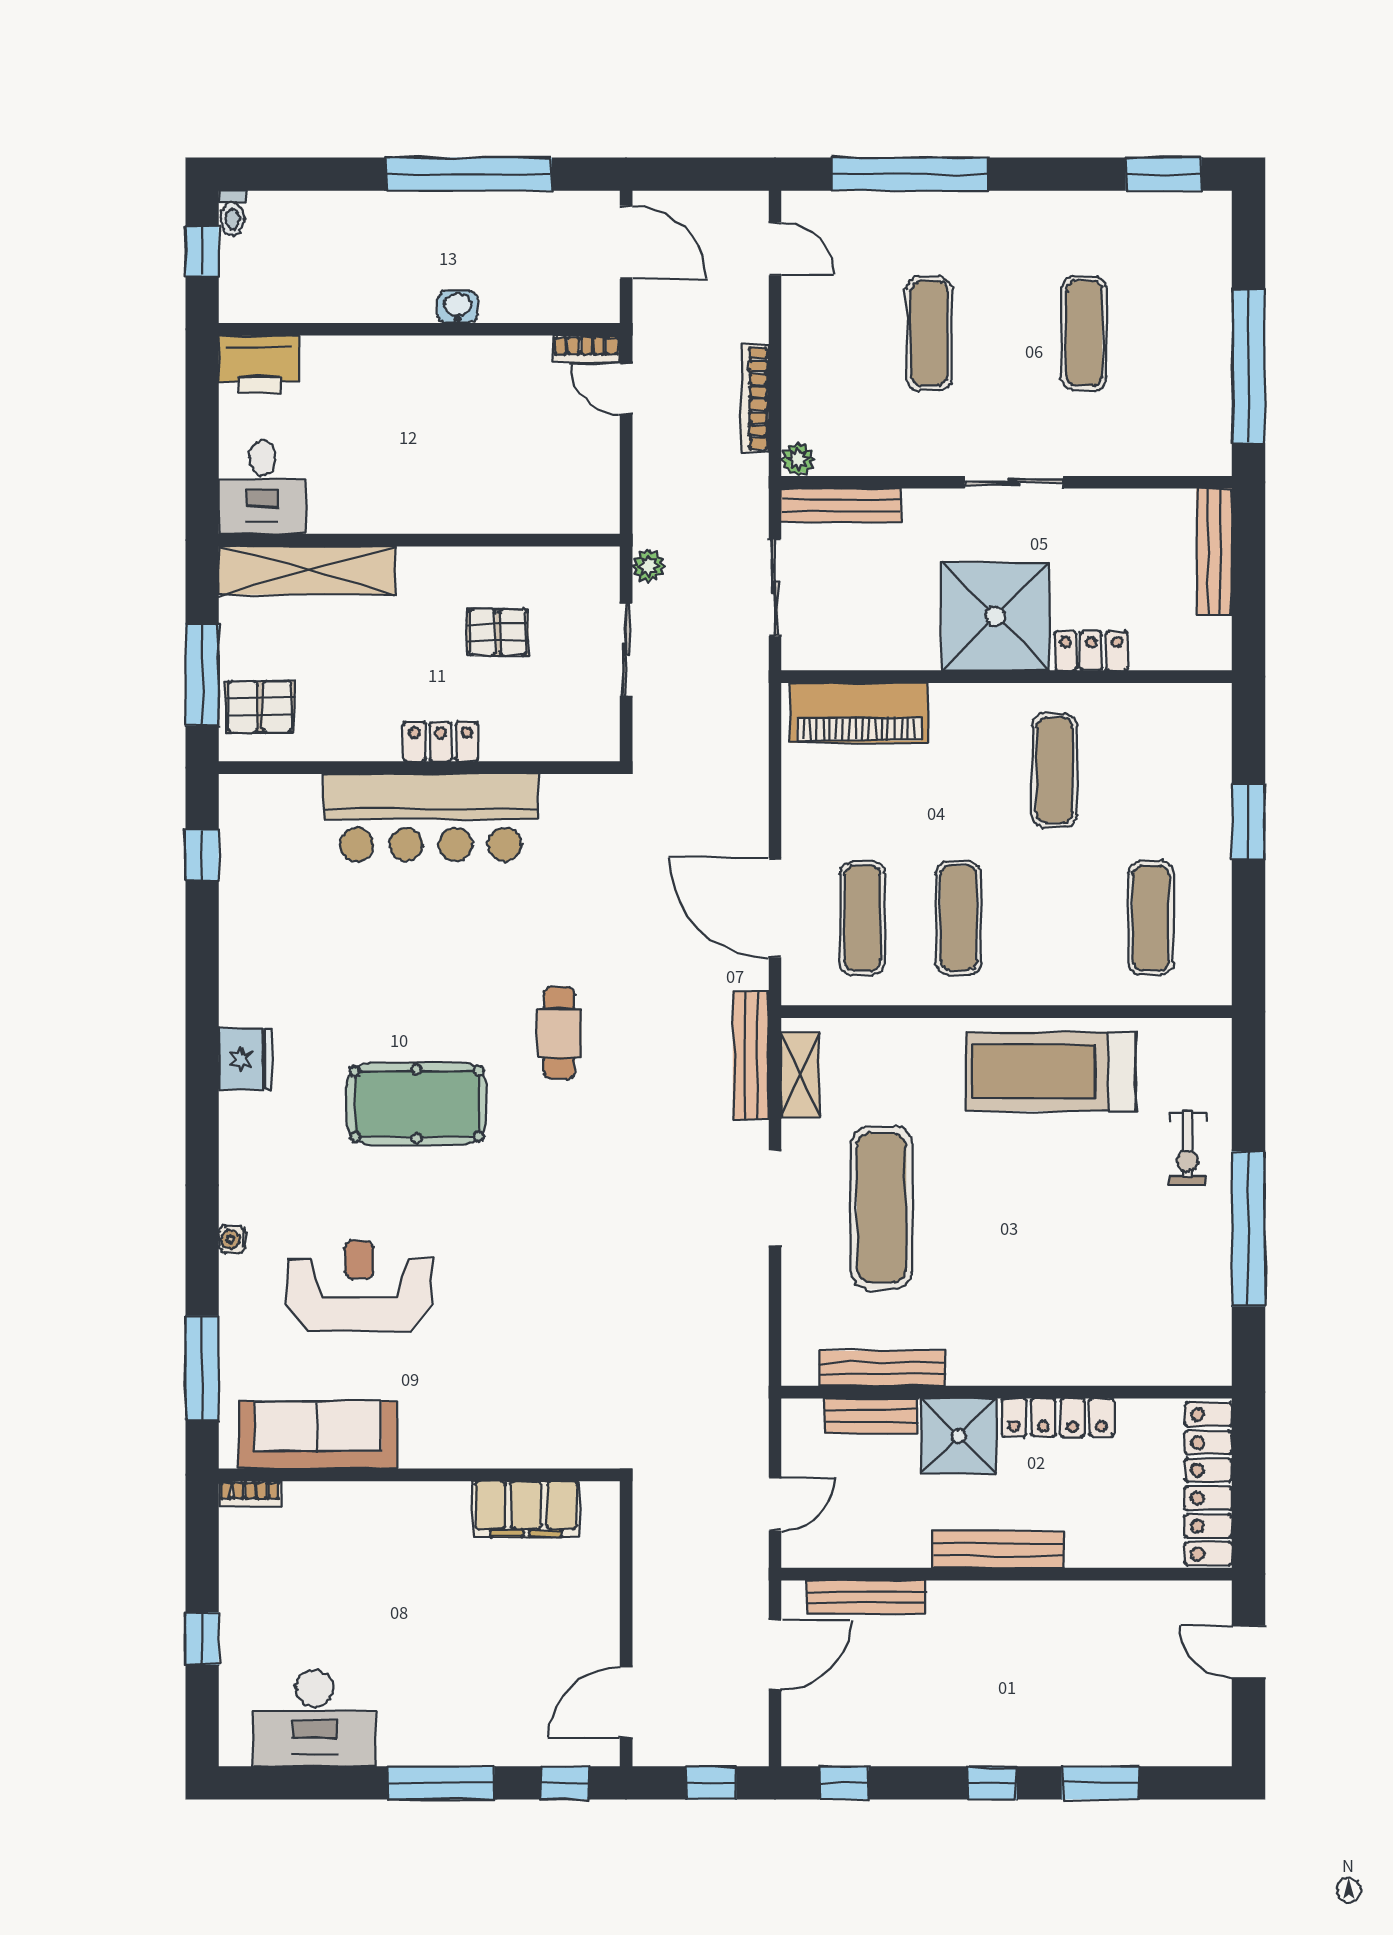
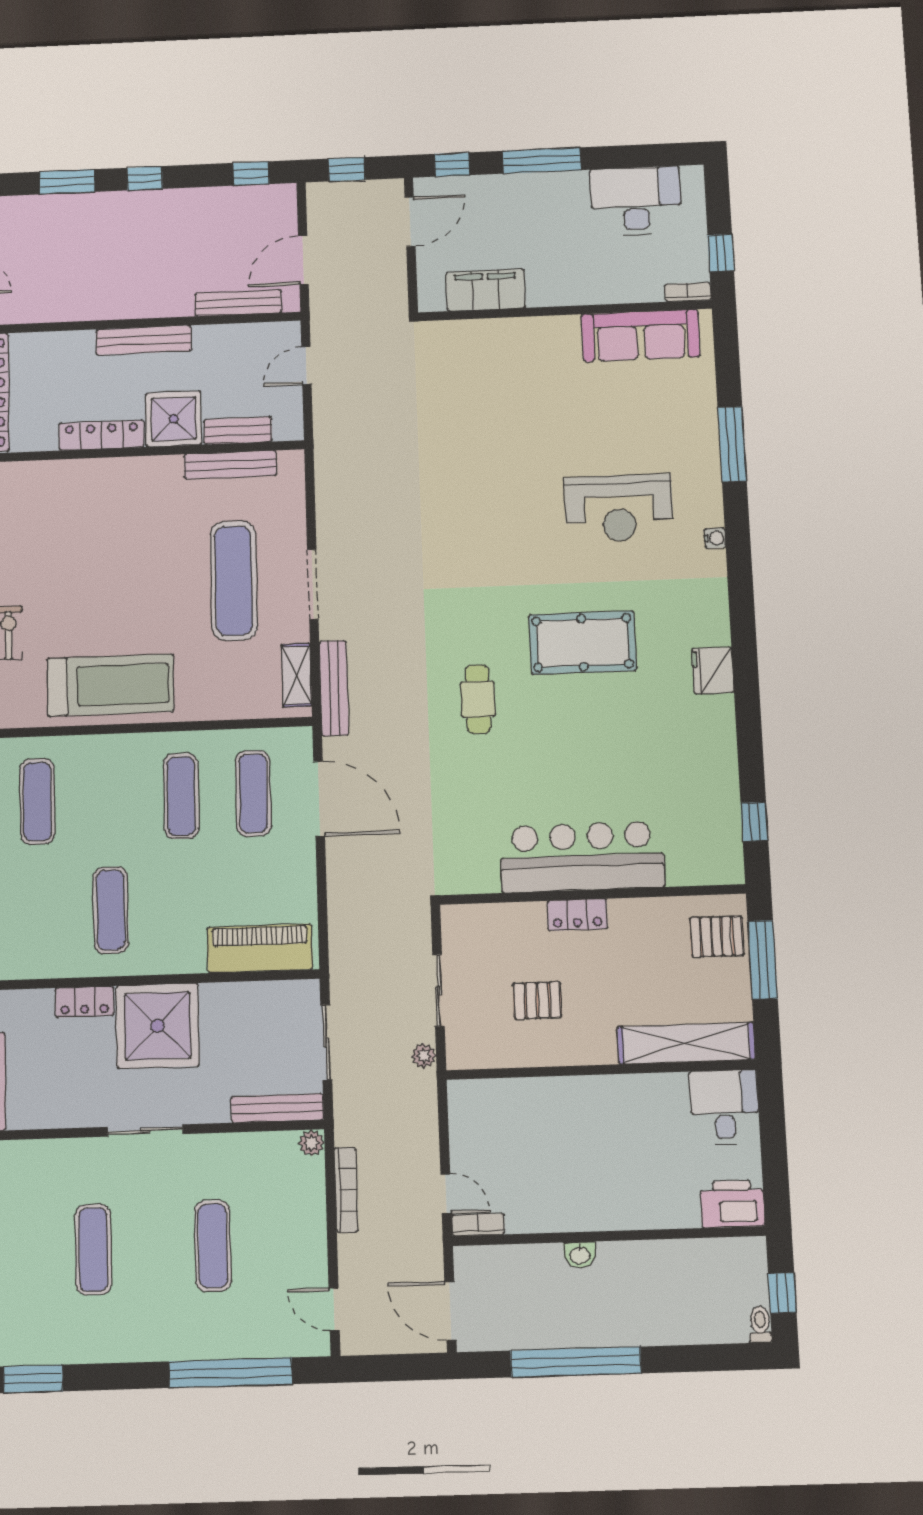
sofa: (318, 1435) -> (641, 336), moved
wall: (419, 1475) -> (565, 311), moved
bookcase: (250, 1494) -> (688, 292), moved
filing cabinet: (526, 1509) -> (486, 290), moved

